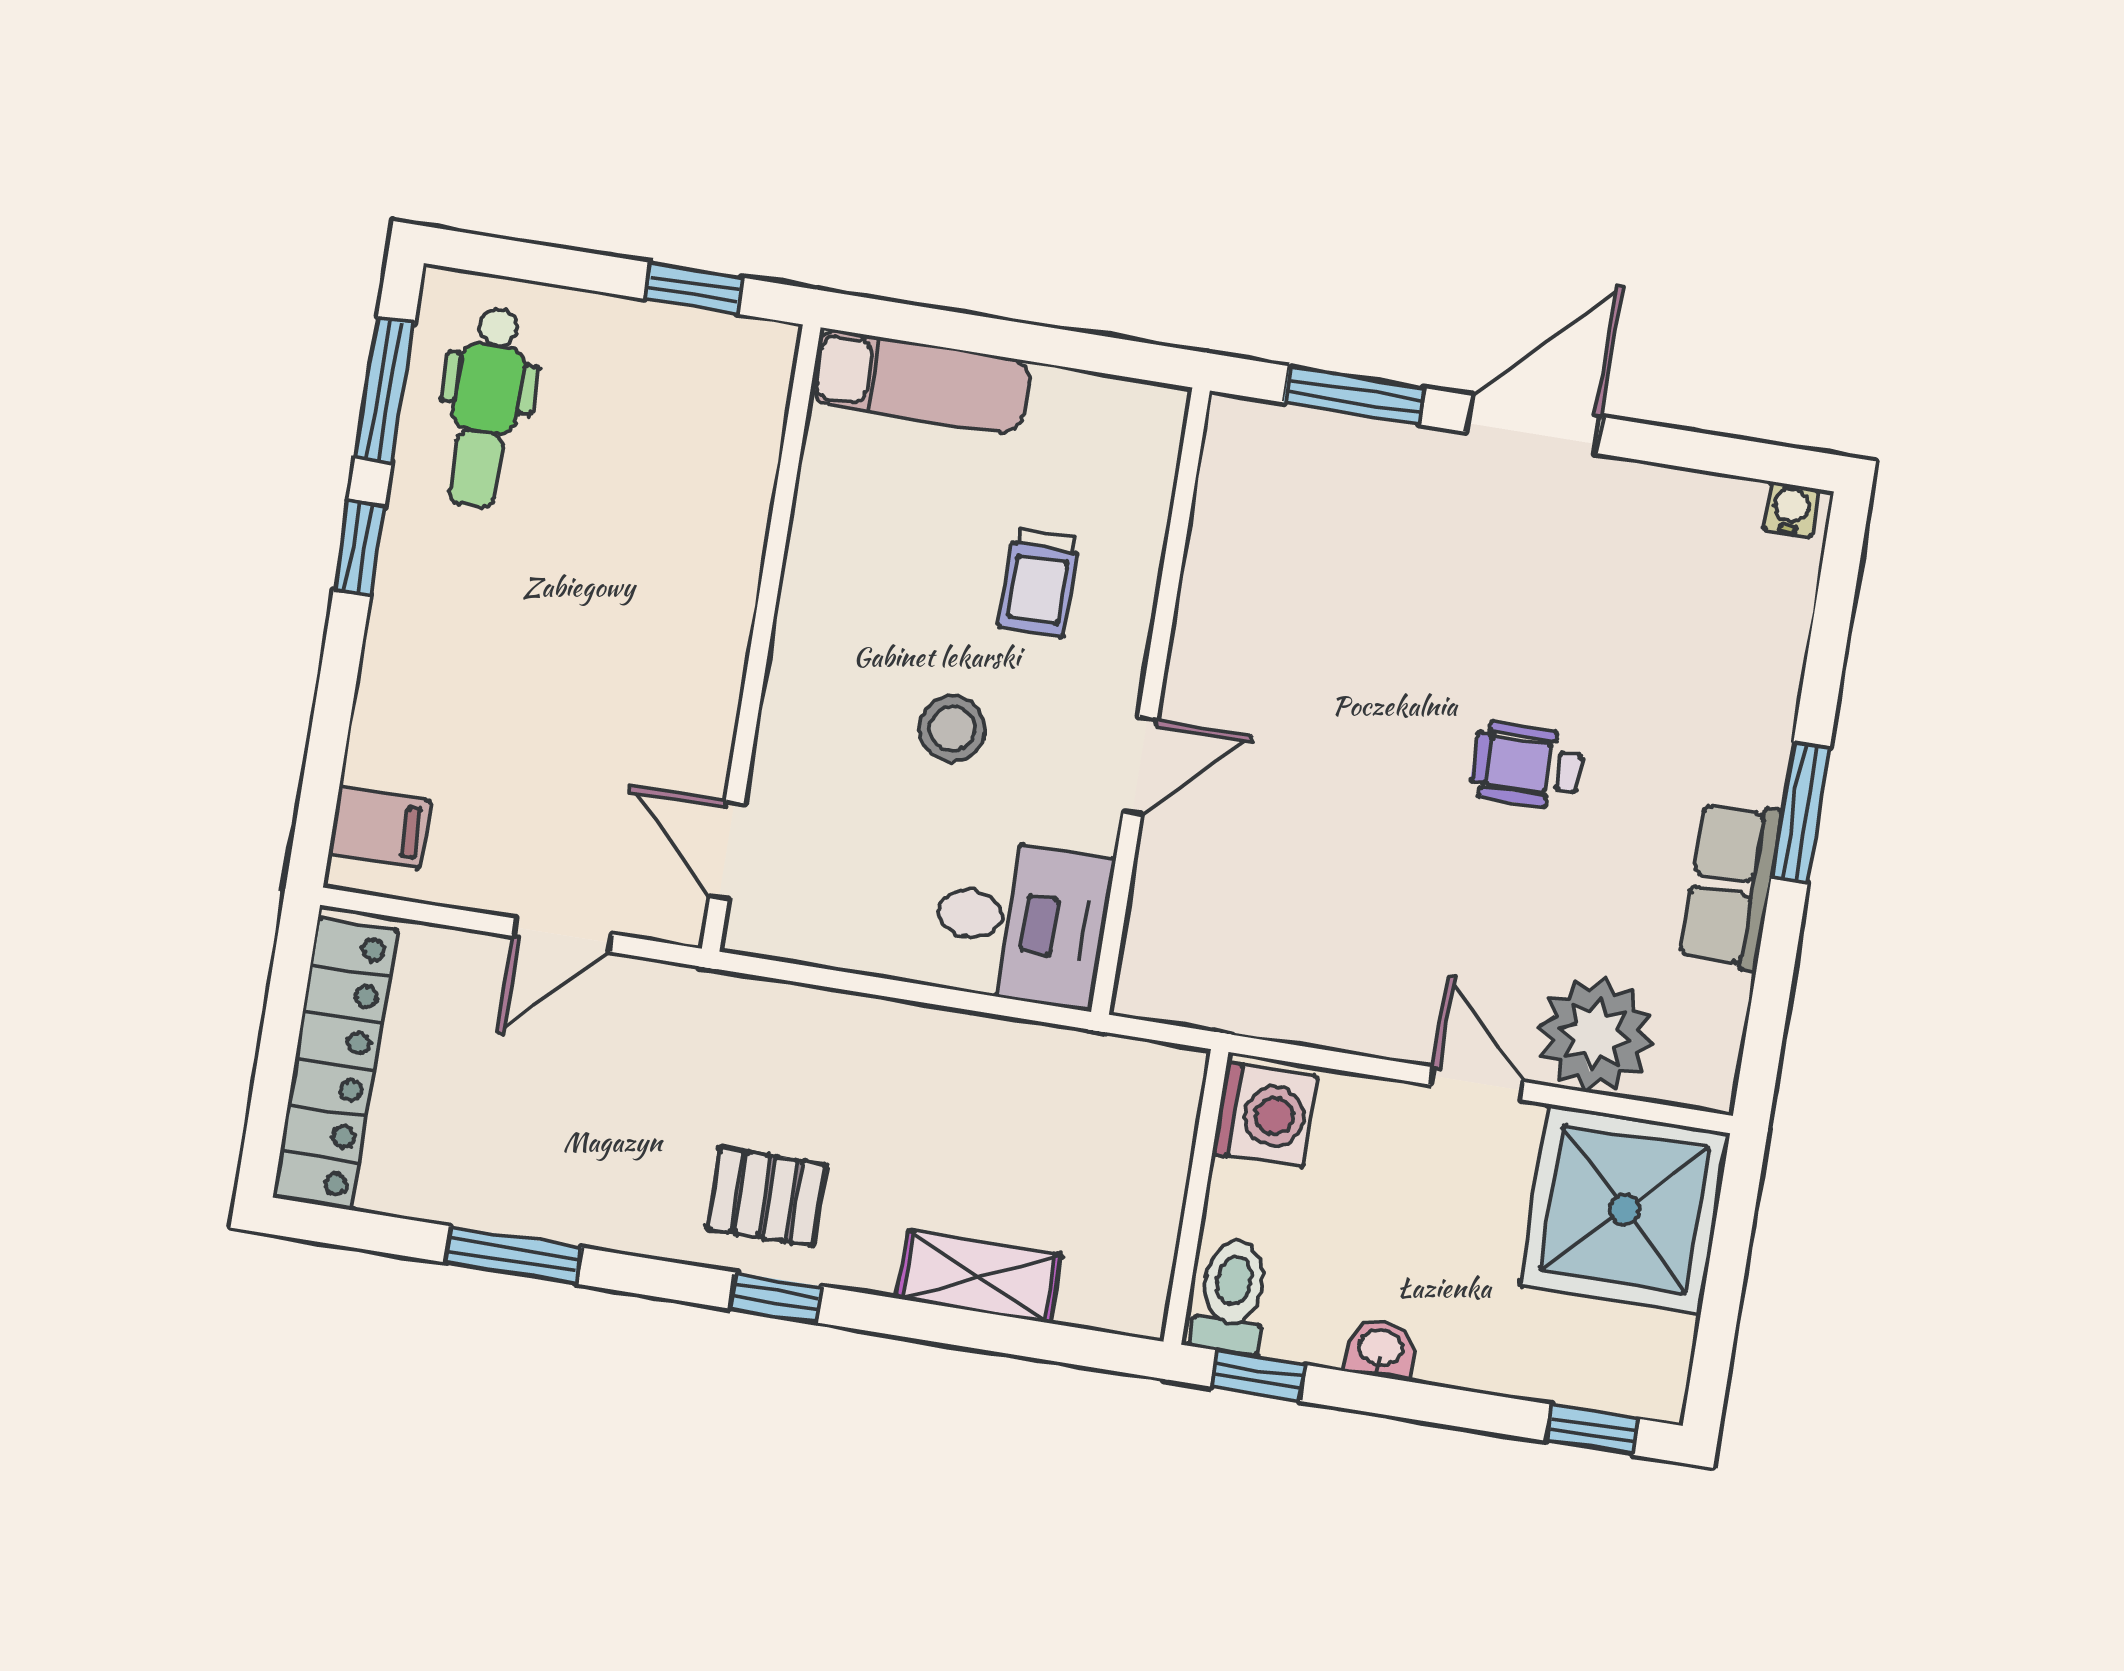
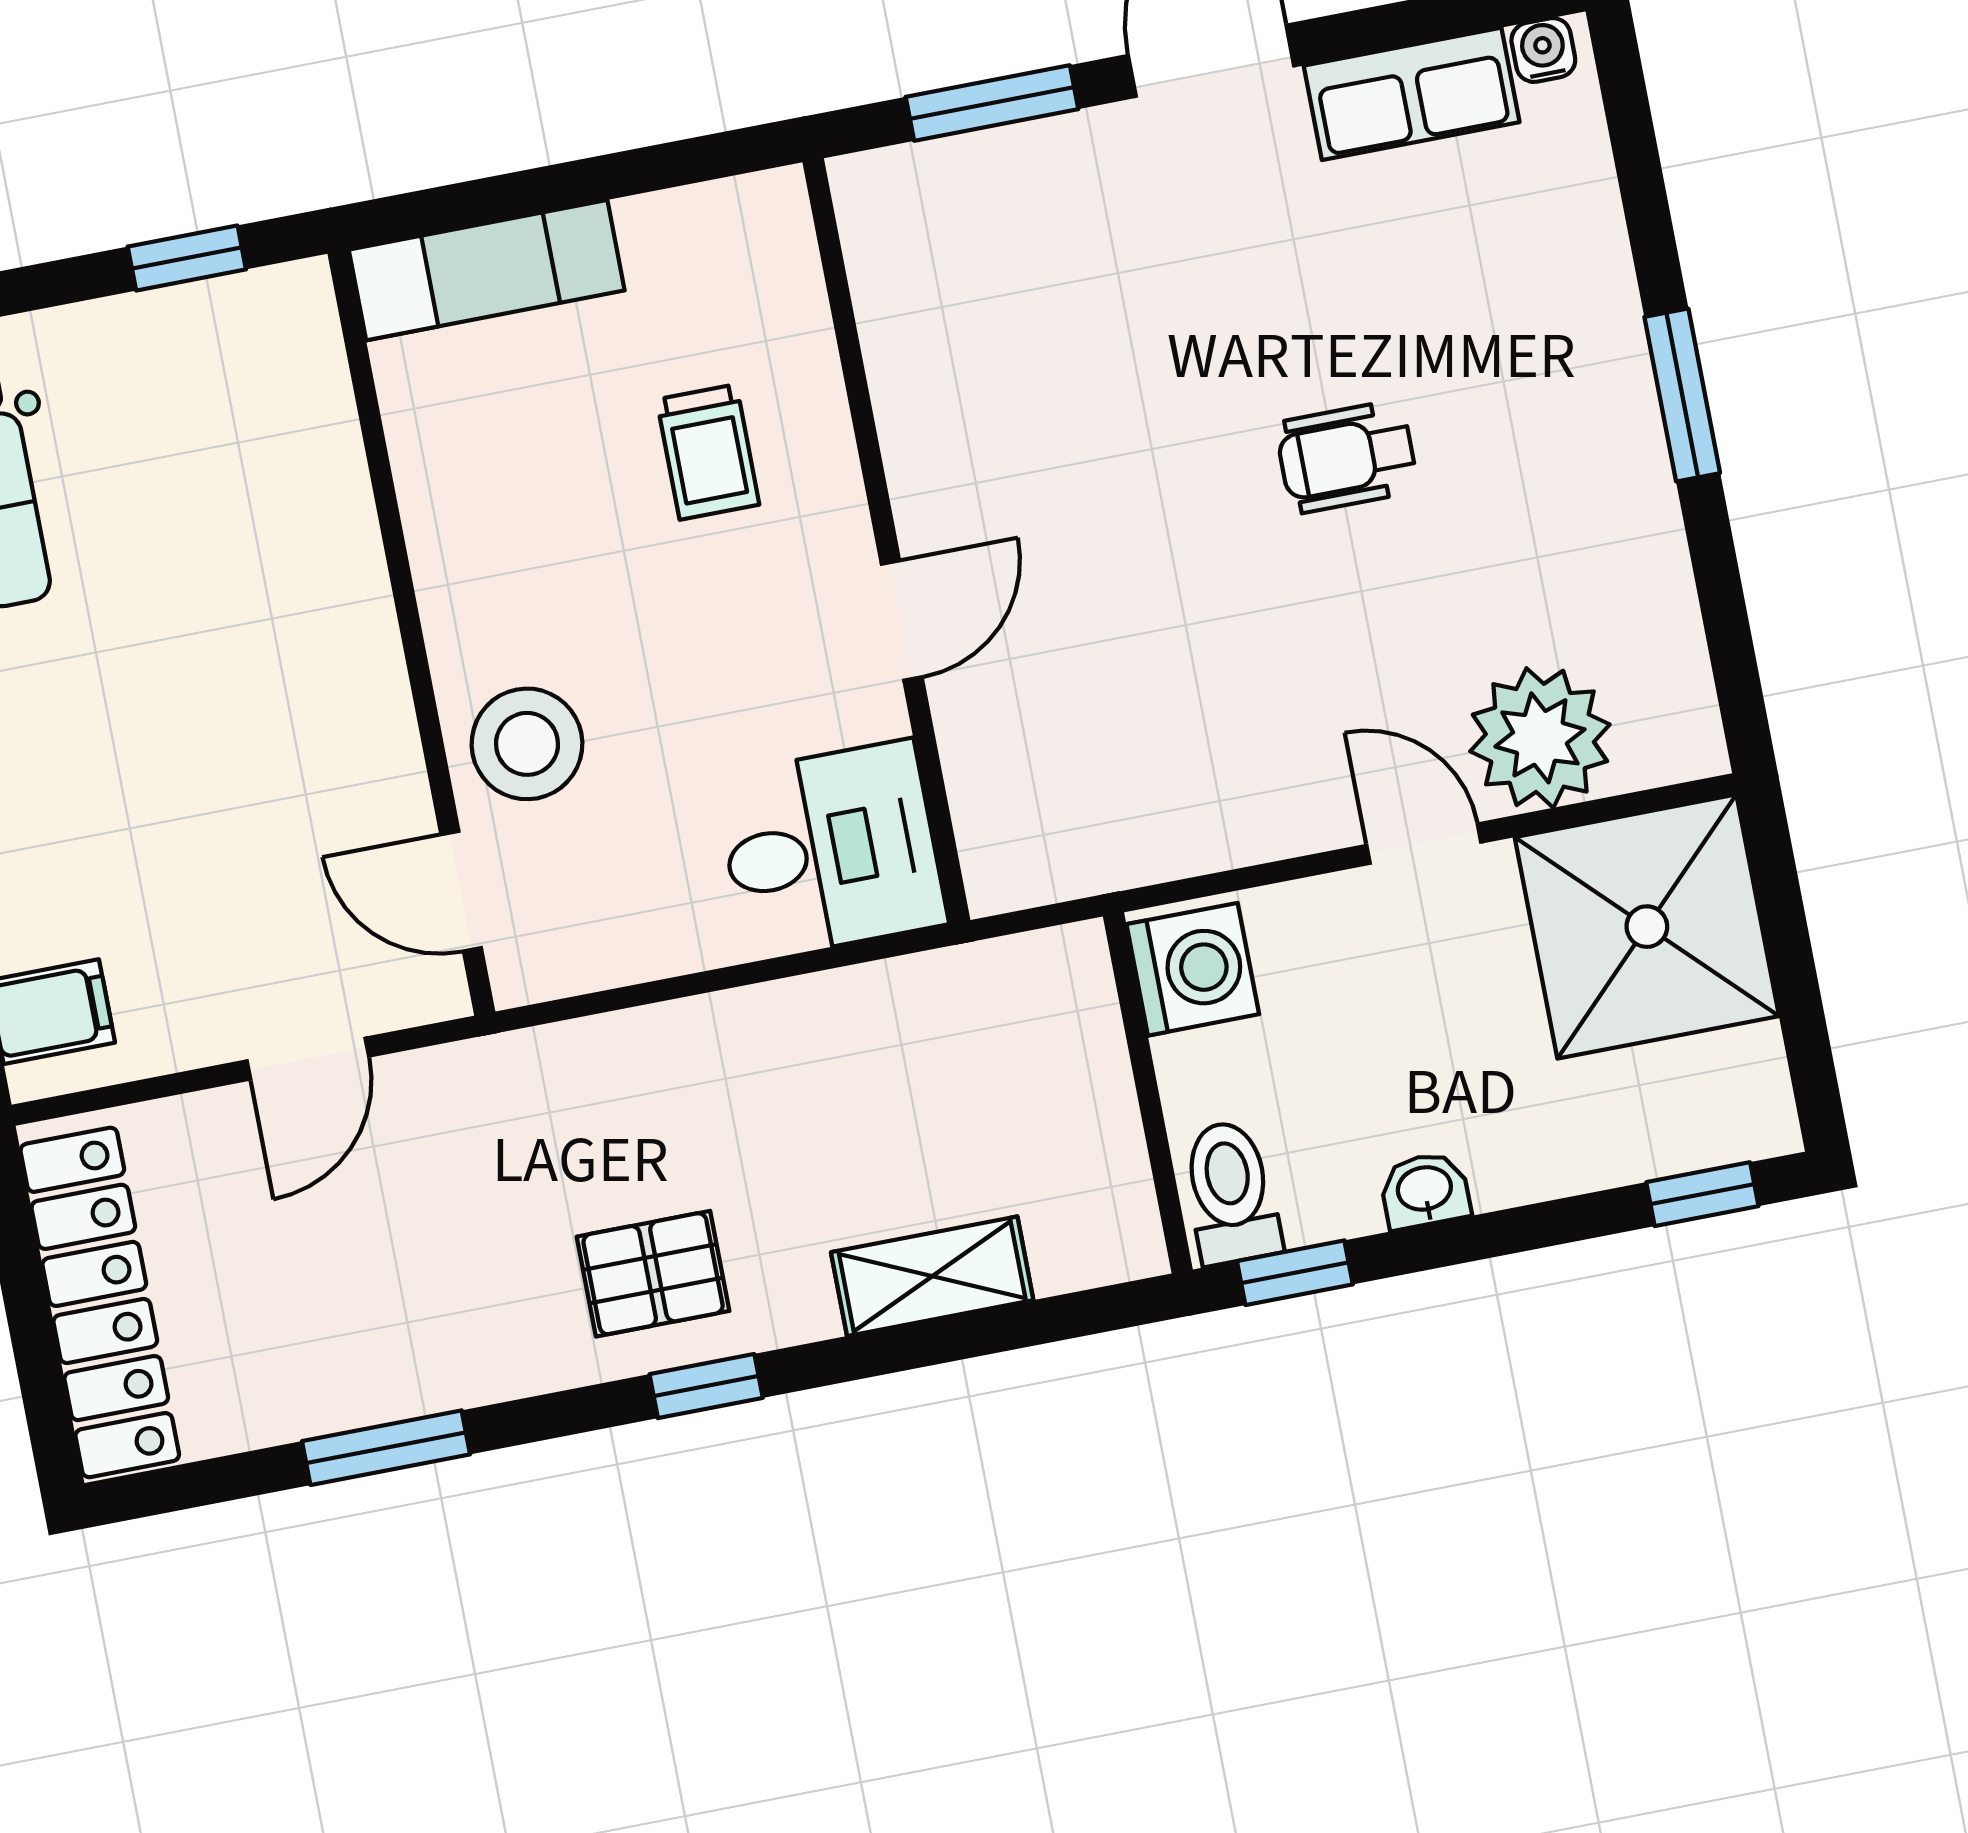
stool: (952, 729) -> (527, 744), moved, width x1.38, depth x1.38
row of seats: (1731, 885) -> (1412, 94), moved, turned -90

